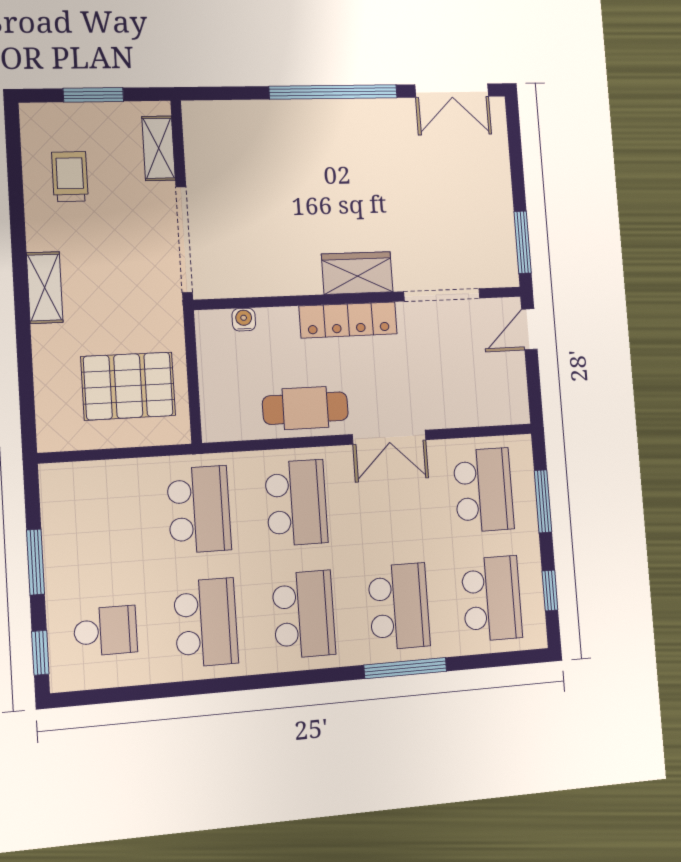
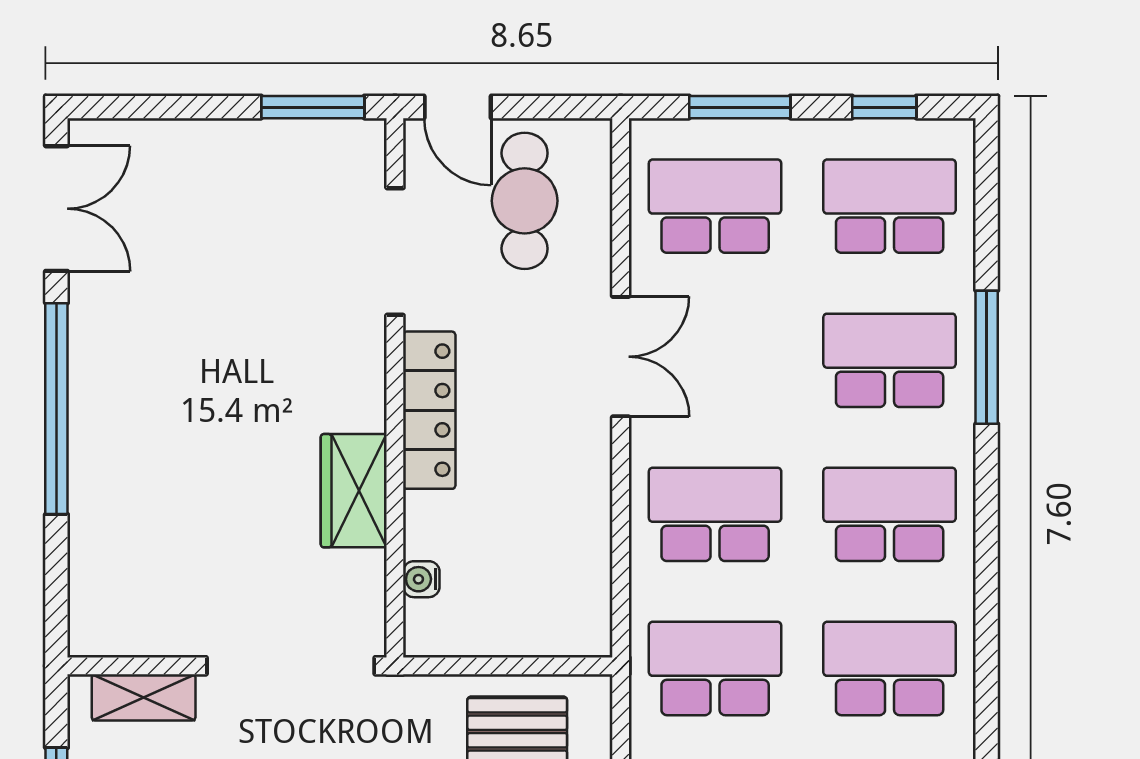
wardrobe: (357, 273) -> (354, 491), moved
cafe table: (305, 408) -> (525, 201), moved

